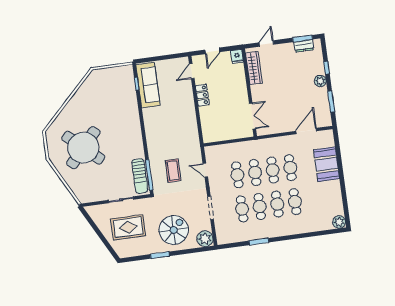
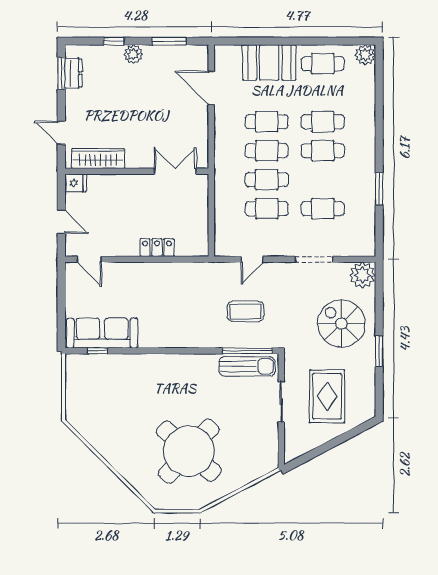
locker: (202, 95) -> (157, 248), moved
cafe table: (260, 207) -> (323, 64), moved

